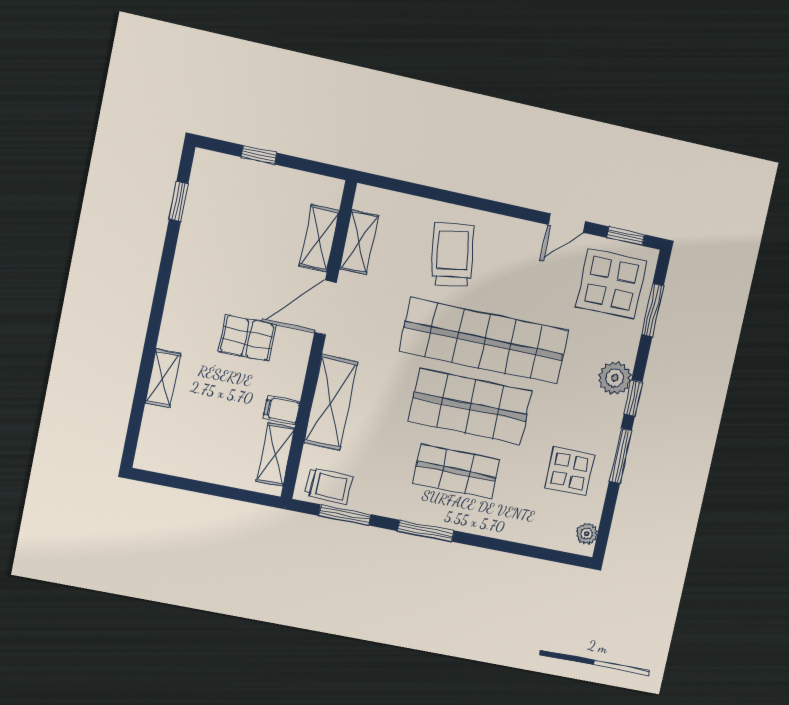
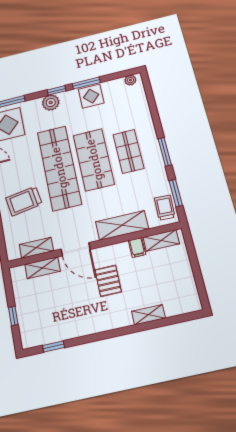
display table: (570, 471) -> (91, 96), moved

